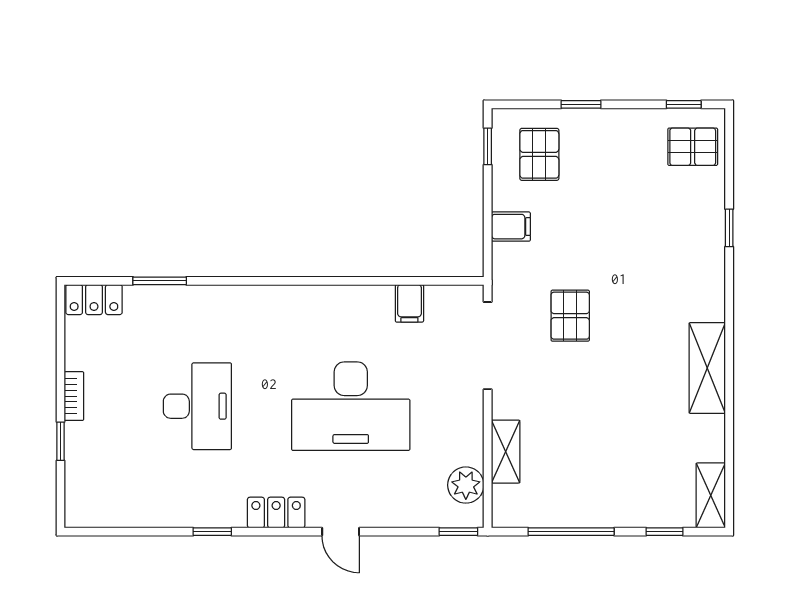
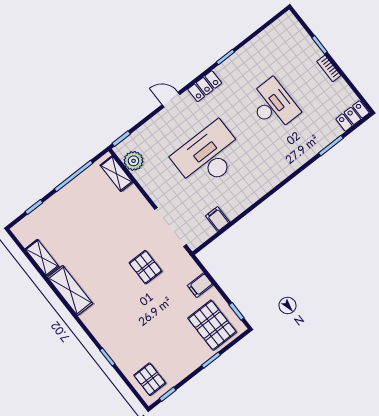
pallet: (693, 147) -> (150, 379), turned 90
pallet: (539, 154) -> (212, 325), width x1.50, depth x1.42
desk: (197, 406) -> (273, 105), turned 180
shelving: (506, 452) -> (116, 174), moved
shelving: (711, 495) -> (42, 258), moved

